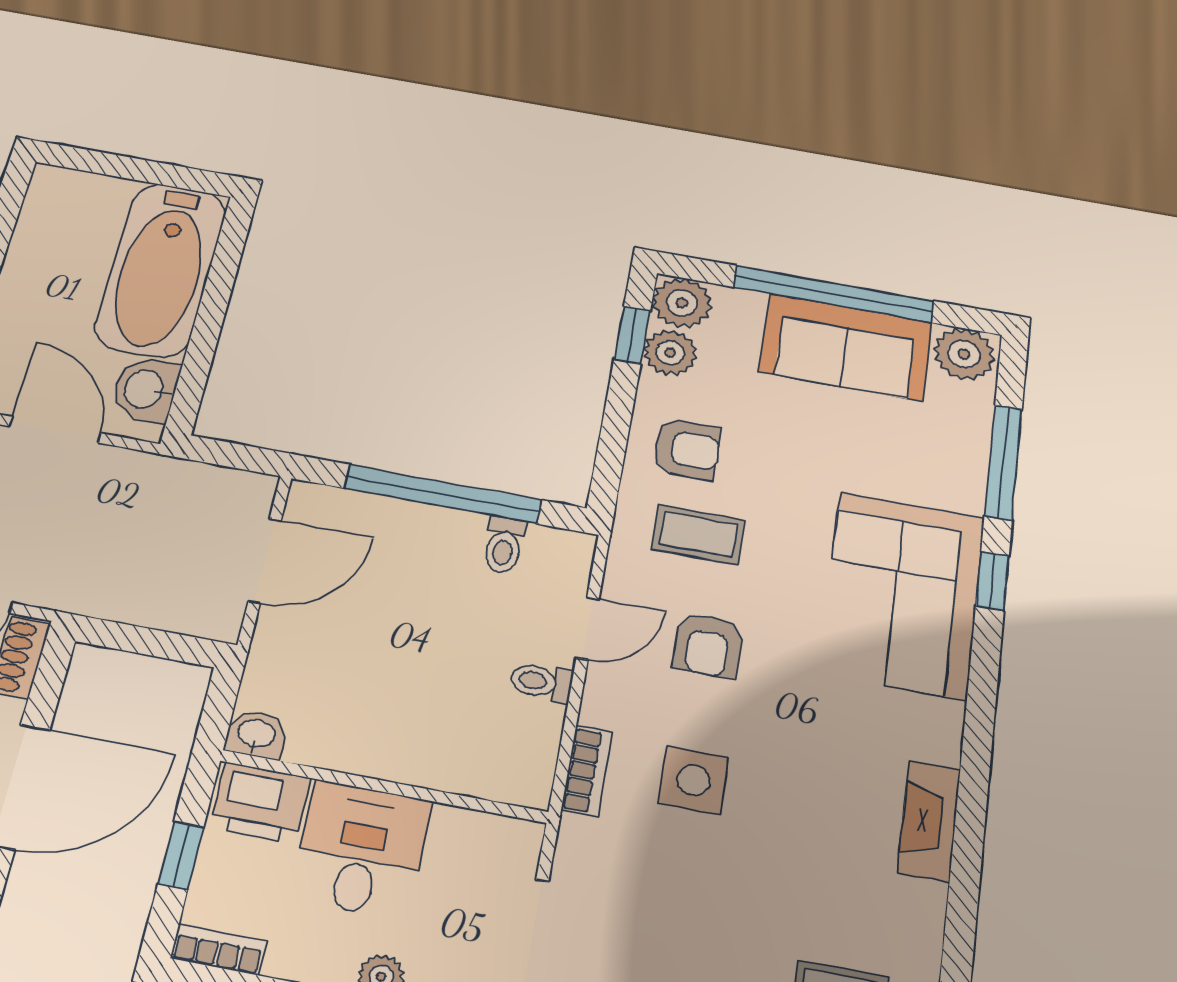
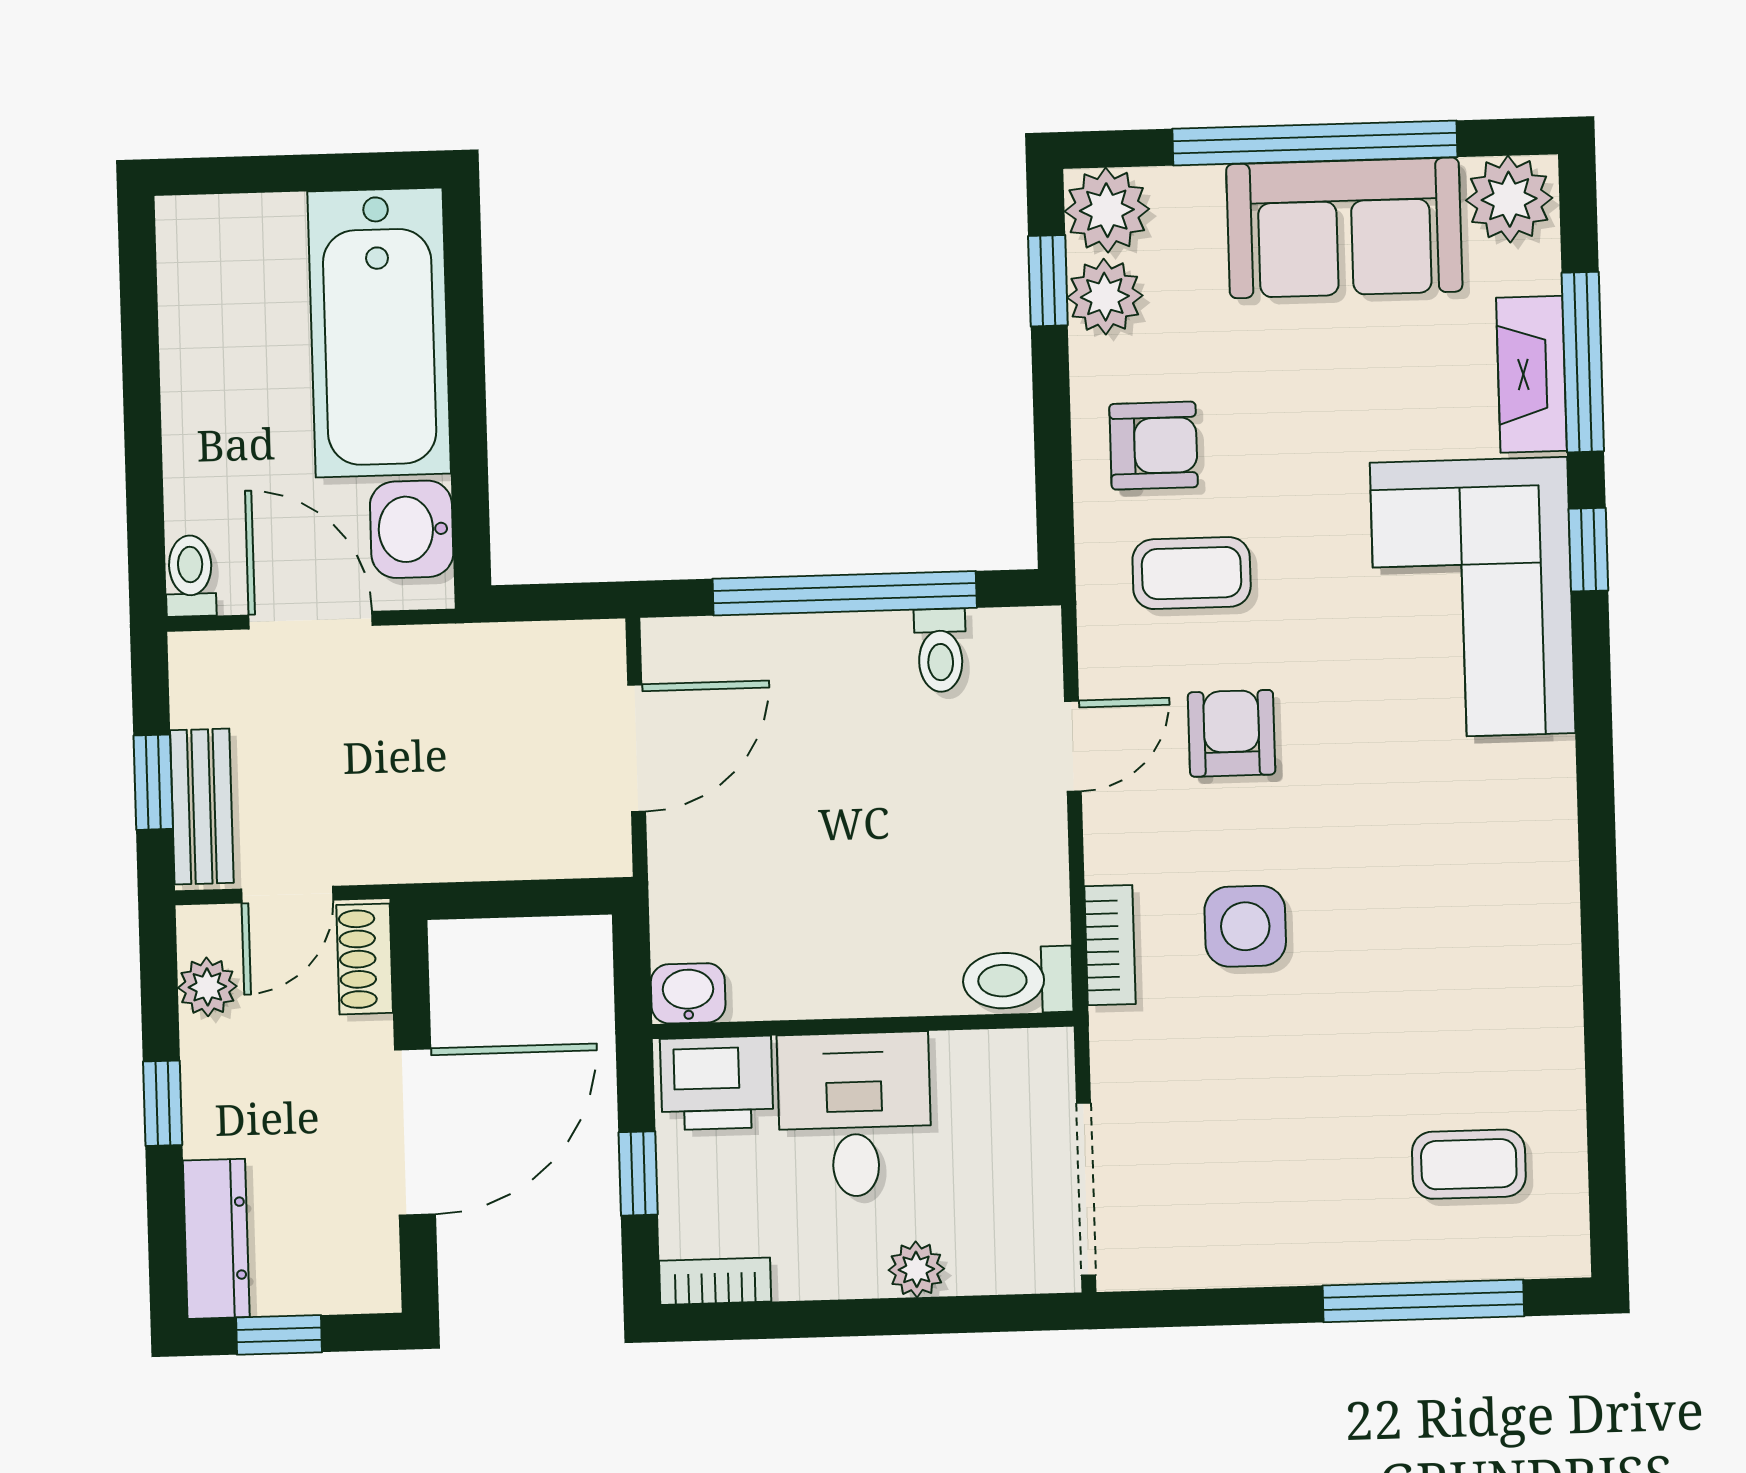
armchair: (708, 645) -> (1232, 733), turned 180
toilet: (541, 682) -> (1018, 980), moved, width x1.37, depth x1.39
fireplace: (929, 821) -> (1532, 374), moved

